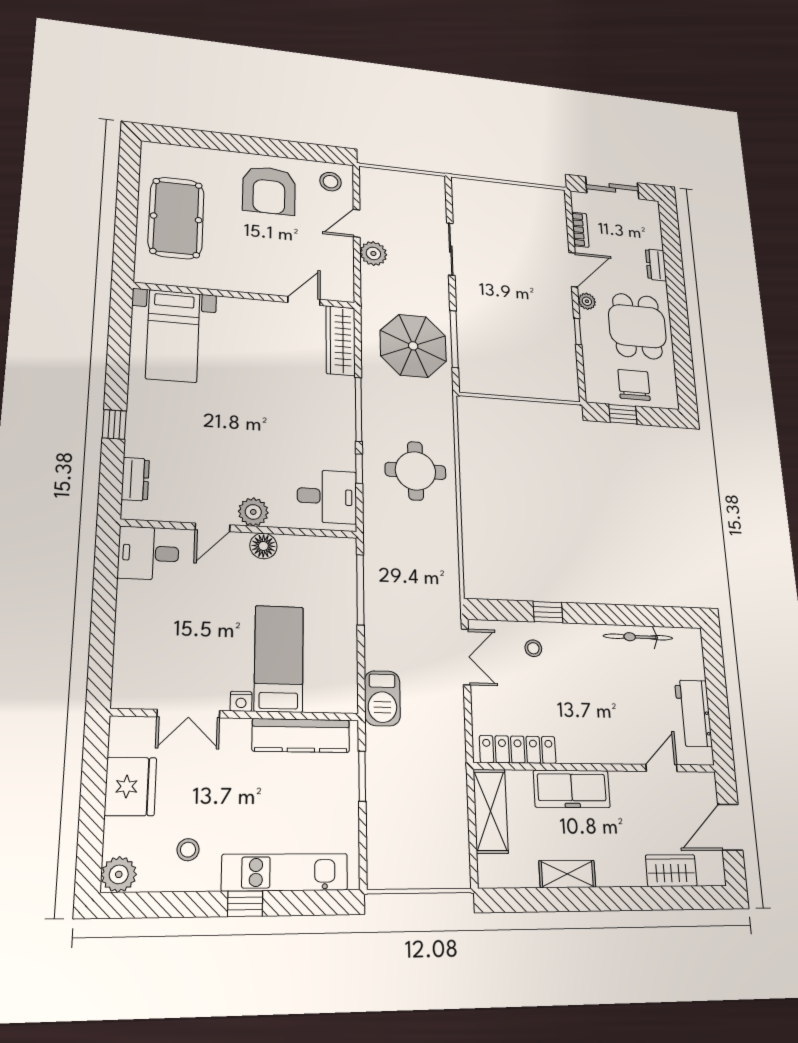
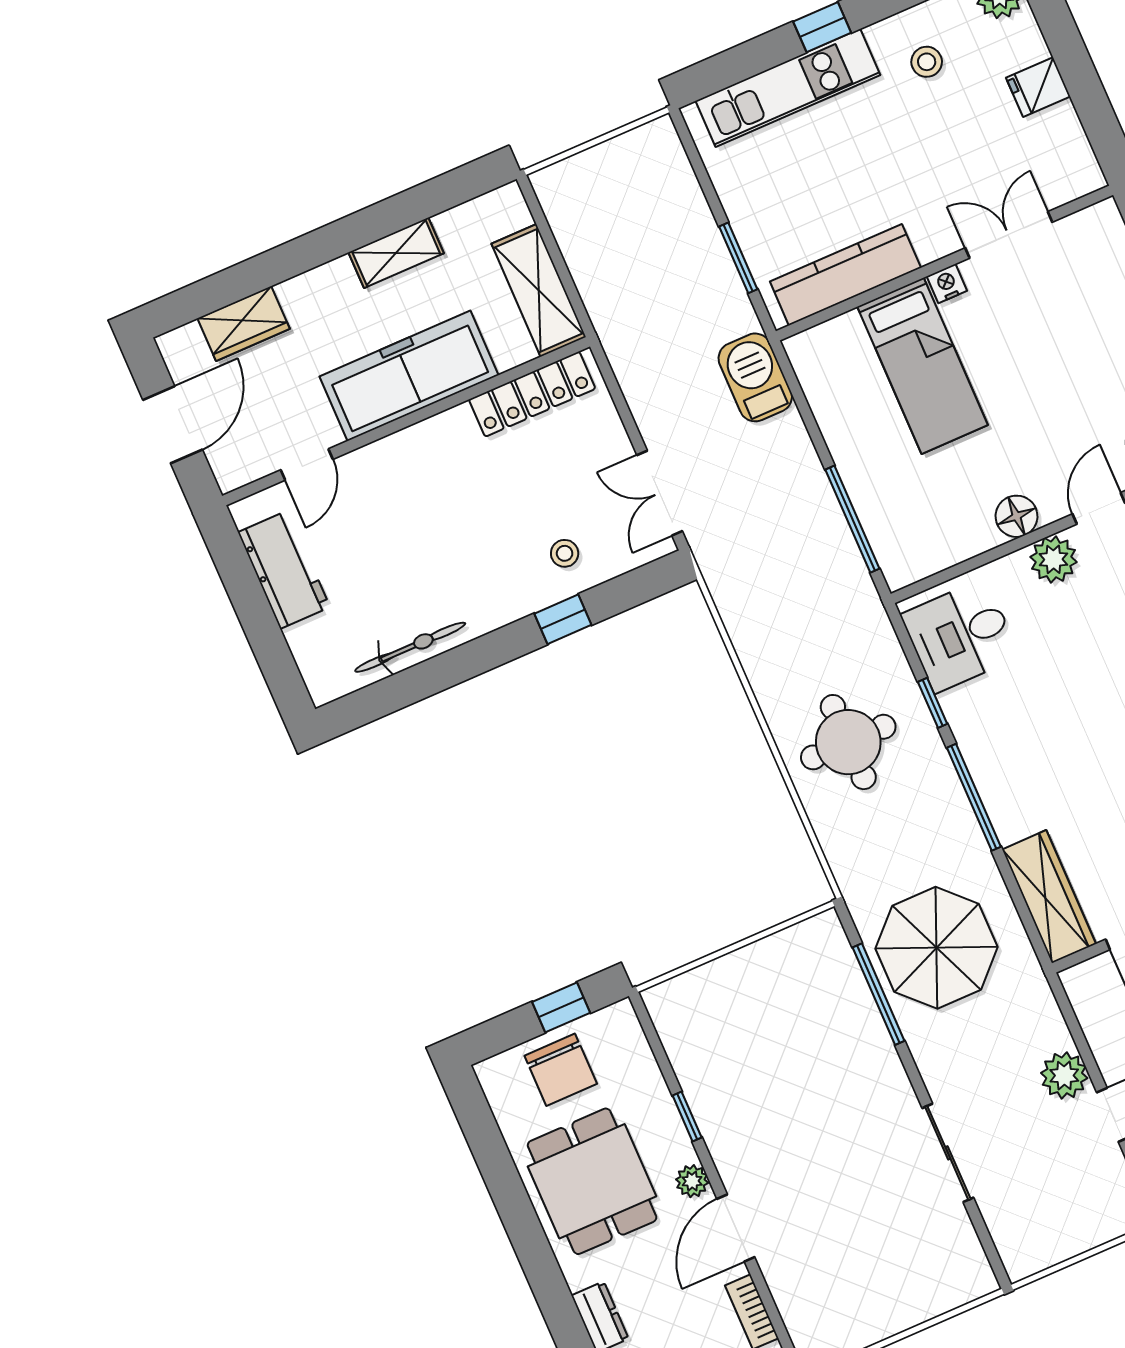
fridge: (131, 786) -> (1038, 87), width x0.53, depth x0.75
freezer: (572, 789) -> (409, 376), width x1.36, depth x1.26

